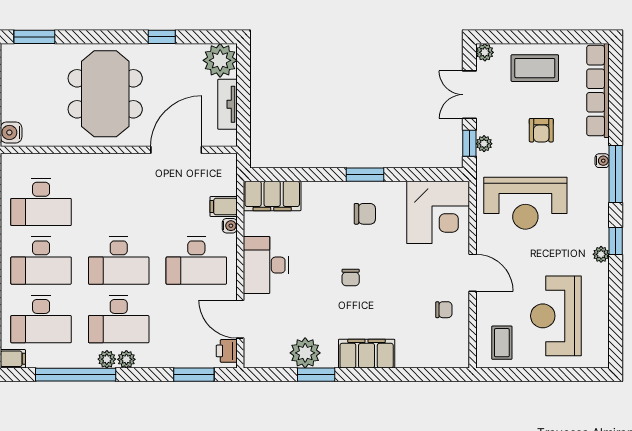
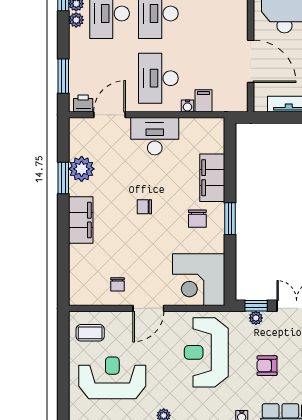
filing cabinet: (272, 196) -> (212, 178), moved

